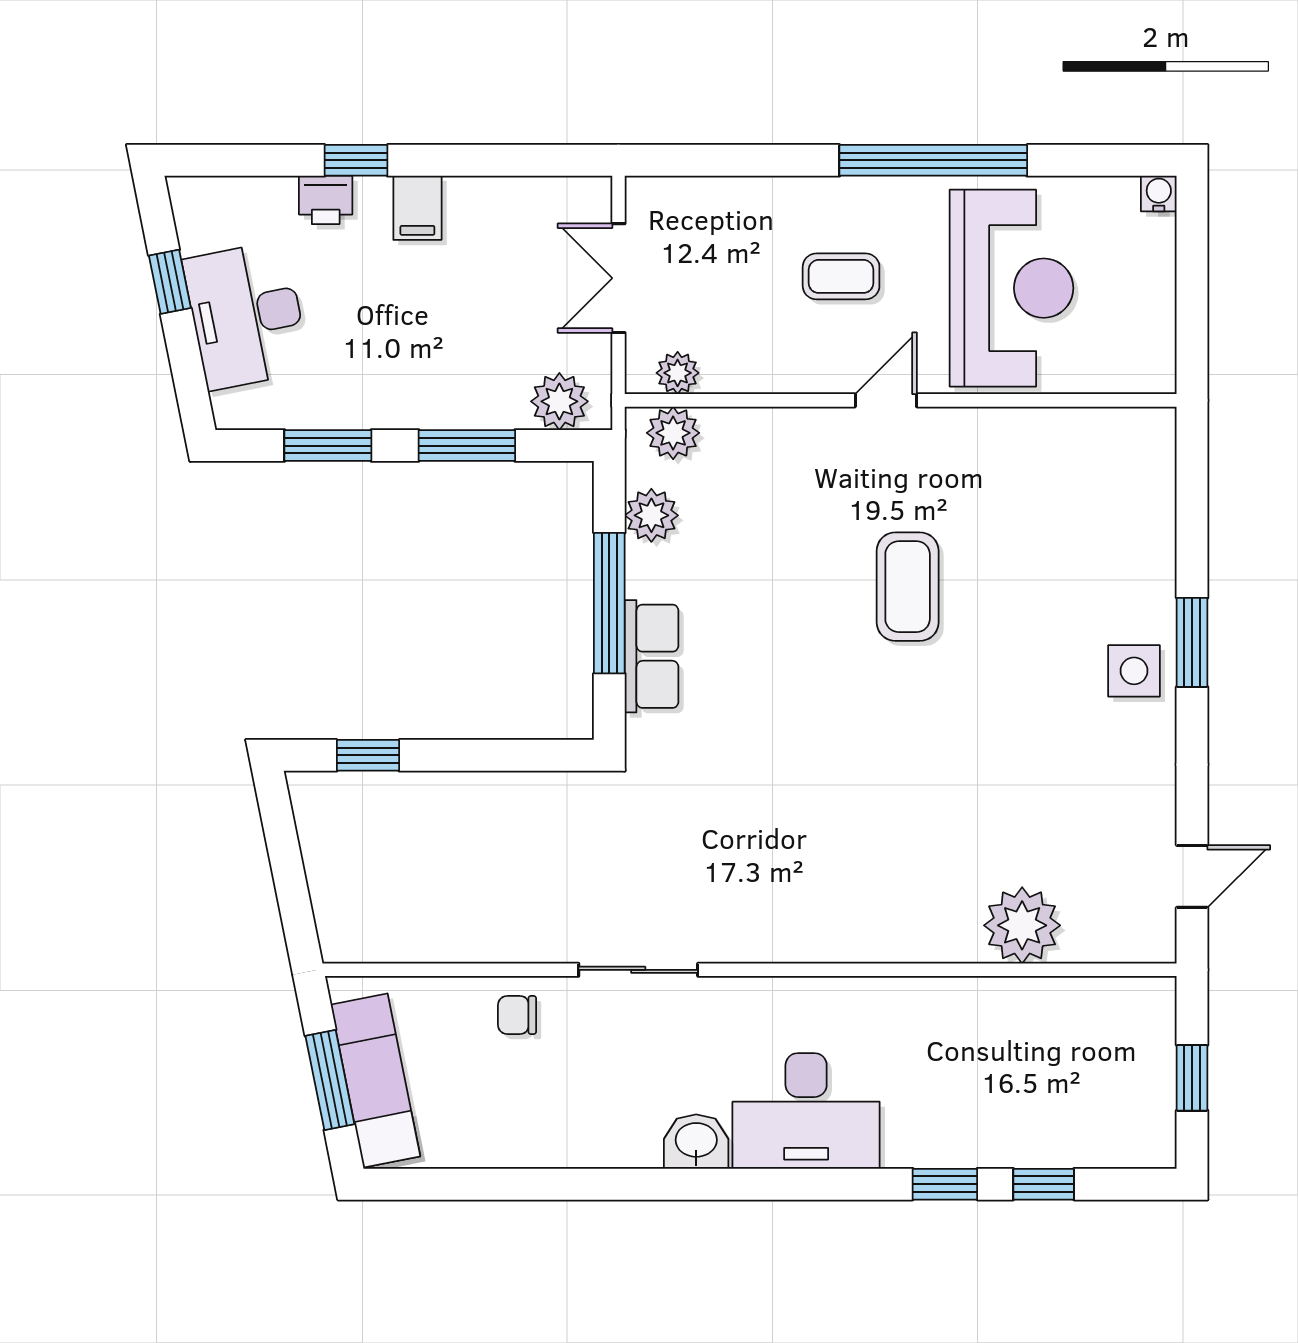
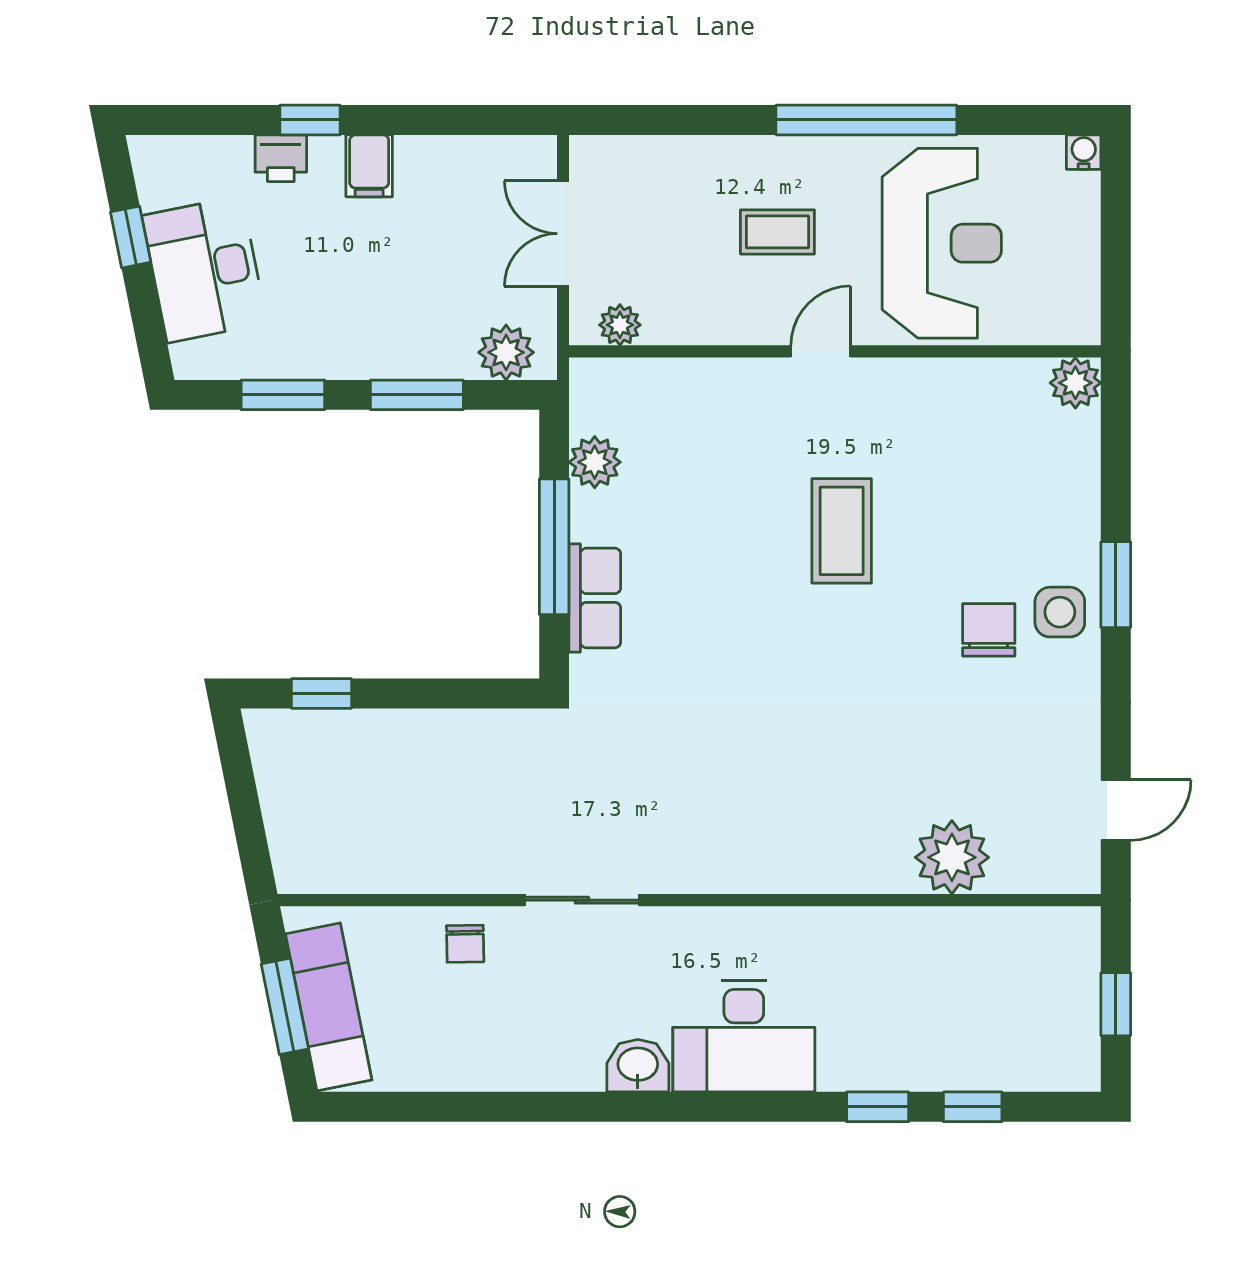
plant: (673, 433) -> (1075, 383), moved
chair: (1060, 689) -> (989, 630), added
chair: (517, 1015) -> (465, 944), turned -91

